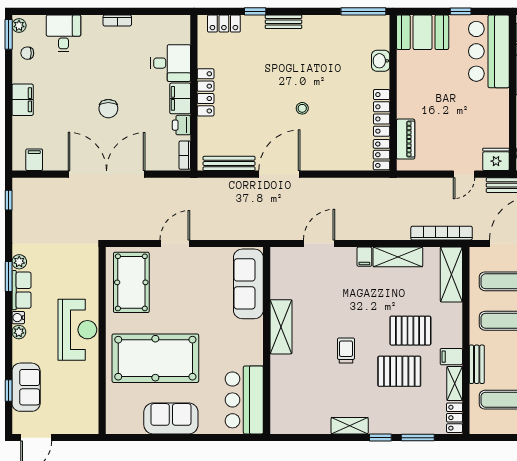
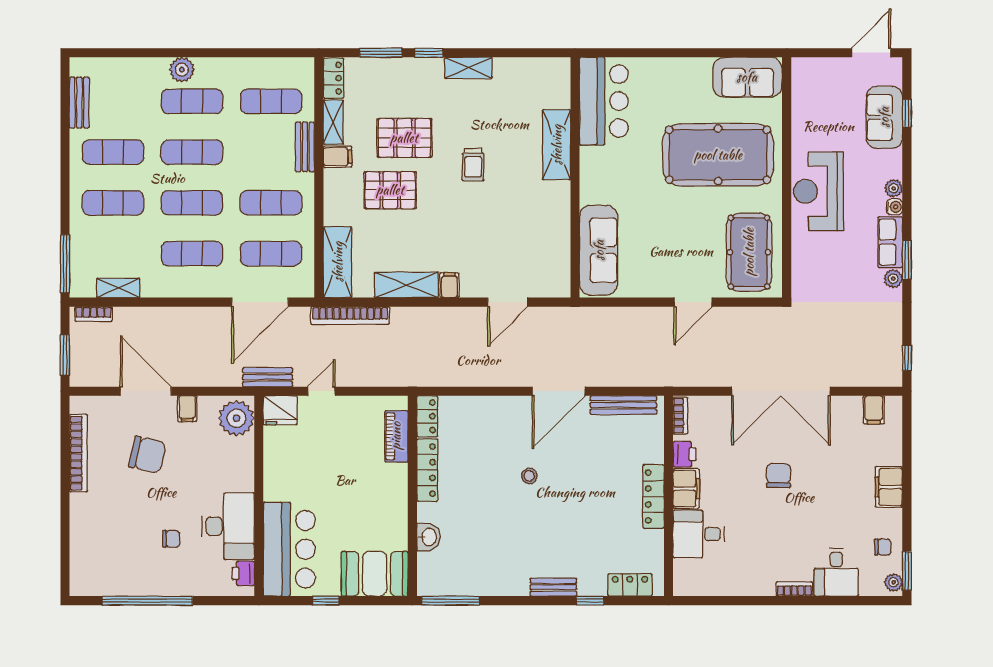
bookcase: (117, 20) -> (794, 589), moved
shelving: (281, 327) -> (557, 145), moved
sofa: (171, 418) -> (747, 77), moved

